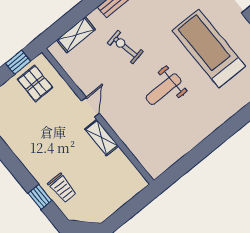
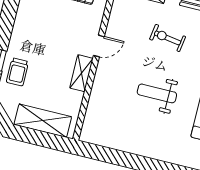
exercise bike: (125, 47) -> (168, 38), turned -70
shelving: (117, 197) -> (43, 121), added

